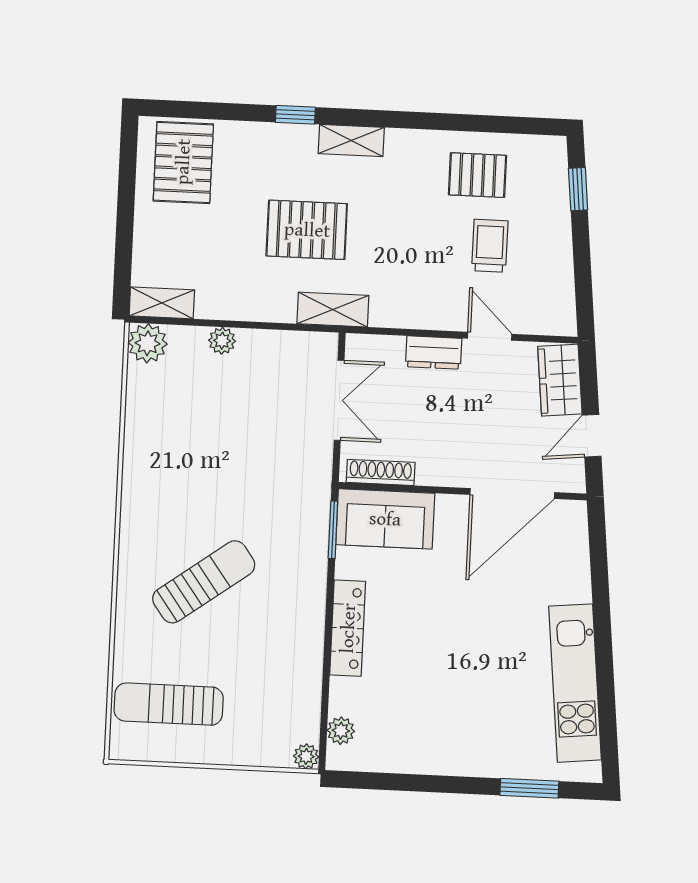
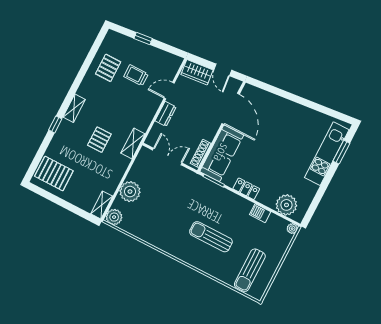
window: (578, 189) -> (143, 39), moved
pallet: (307, 230) -> (99, 140), width x0.67, depth x0.71
plant: (222, 341) -> (130, 192), width x1.88, depth x1.88
sofa: (385, 519) -> (222, 153), width x1.36
sun lounger: (204, 582) -> (211, 237), turned -54
locker: (348, 628) -> (246, 189), width x0.66
barbecue: (308, 668) -> (260, 213), added
kitchen unit: (575, 683) -> (327, 154), moved, turned 96
plant: (341, 731) -> (286, 205), width x1.87, depth x1.87

